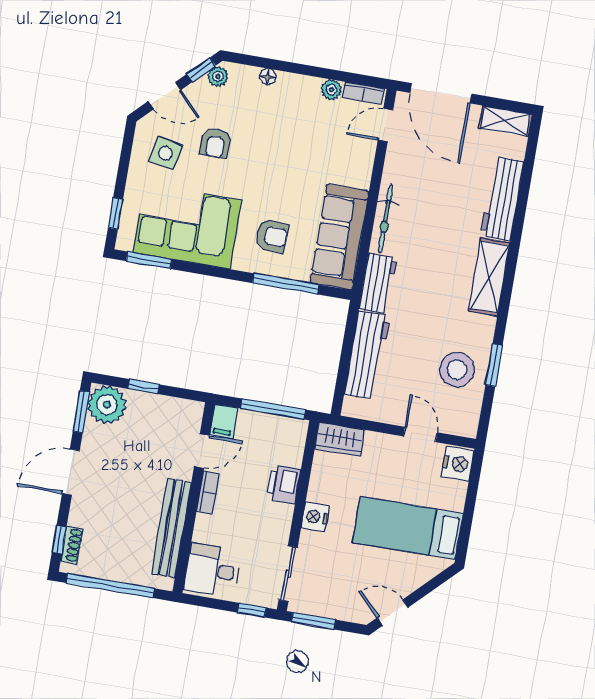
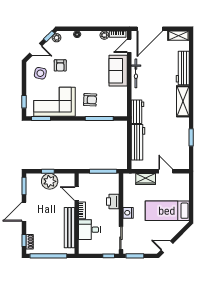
door: (441, 93) -> (150, 29), hinge flipped
bicycle: (386, 219) -> (136, 73), moved
sofa: (339, 237) -> (118, 71), moved, width x0.73
stool: (457, 370) -> (176, 142), removed
plant: (107, 405) -> (50, 181), moved
filing cabinet: (224, 421) -> (84, 180), removed
wardrobe: (340, 439) -> (146, 179), moved
door: (202, 451) -> (77, 194), swing flipped
nightstand: (458, 463) -> (183, 181), removed
desk: (212, 570) -> (89, 230), moved

